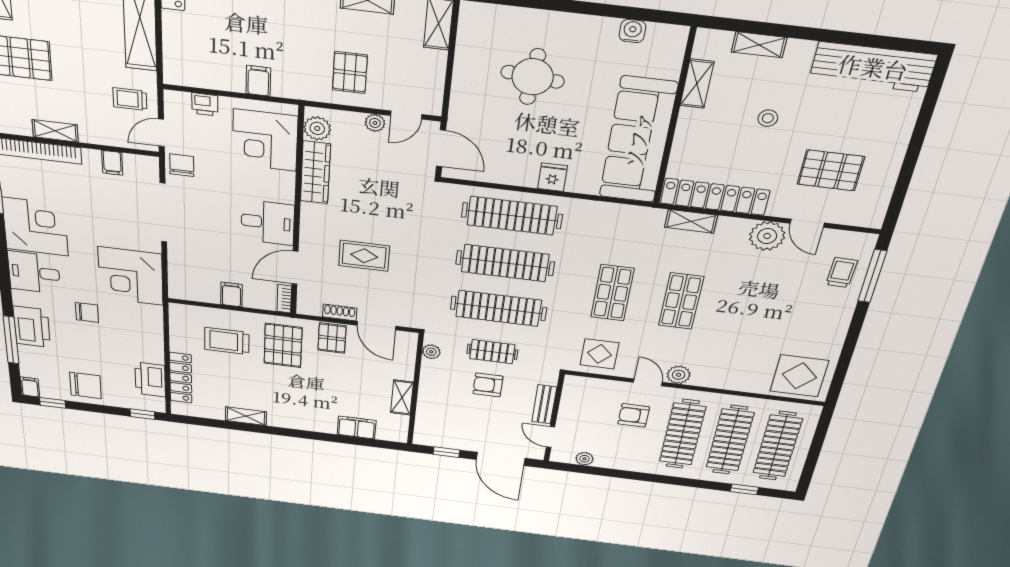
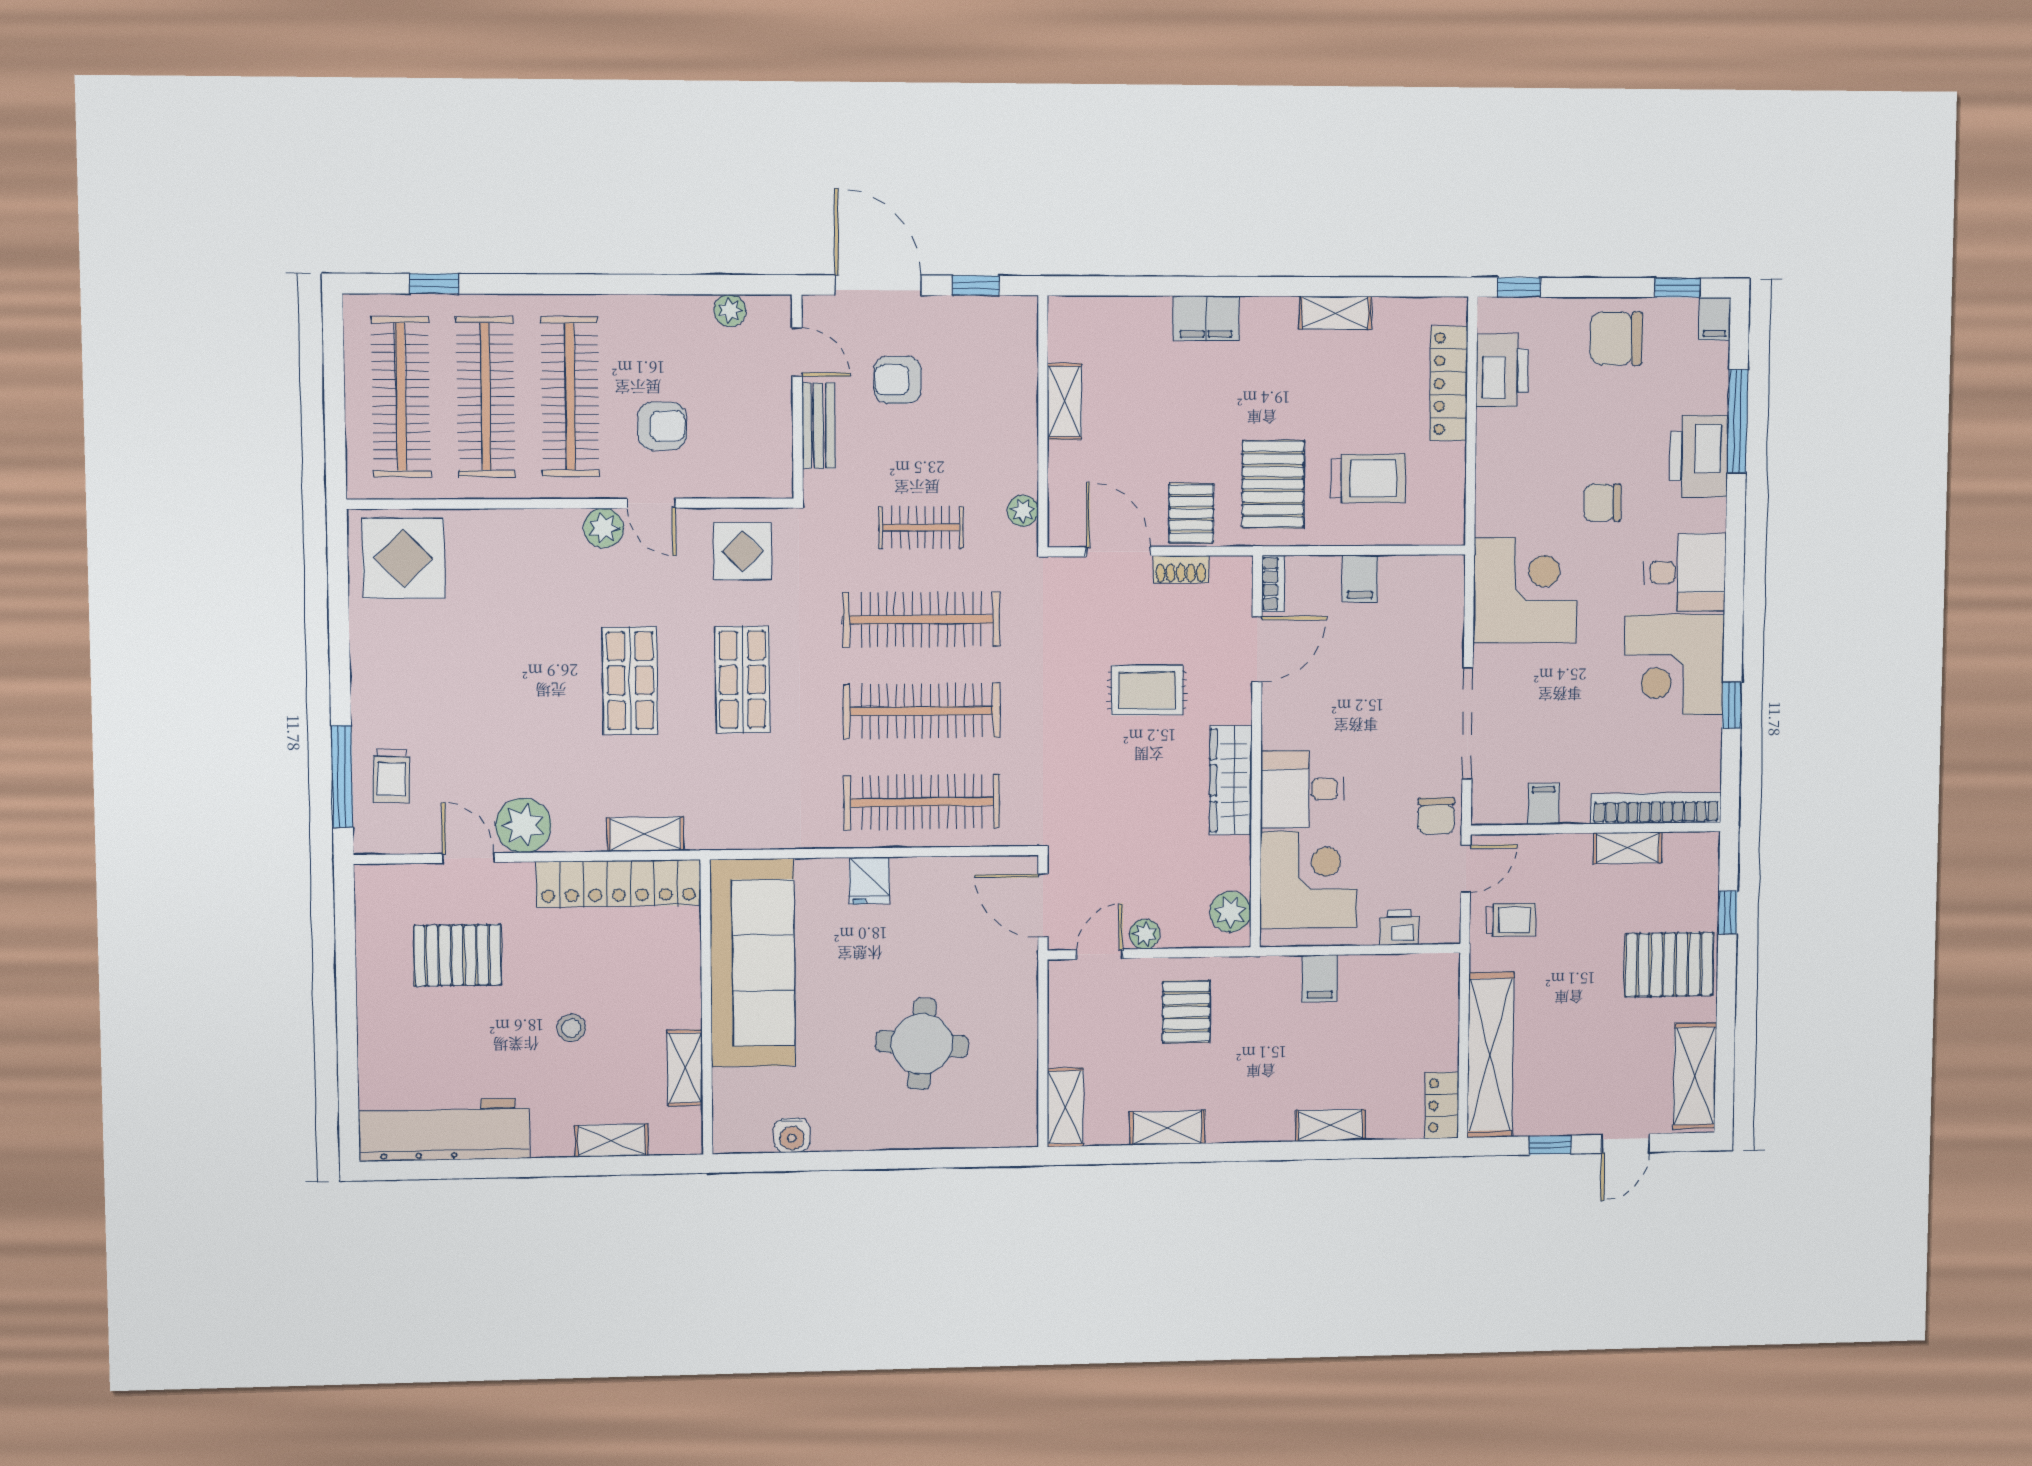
wardrobe: (315, 172) -> (1231, 780), moved
desk: (268, 222) -> (1302, 789), moved
armchair: (488, 385) -> (898, 380), moved, turned 180
filing cabinet: (357, 428) -> (1206, 318), moved

